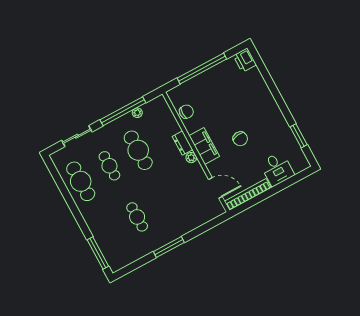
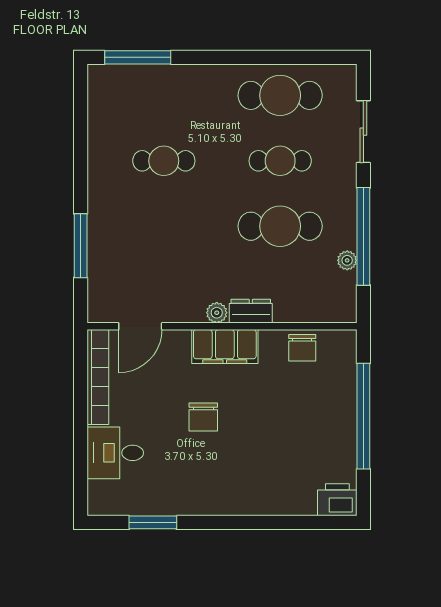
chair: (240, 139) -> (203, 417), turned -83
window: (169, 247) -> (81, 246), moved

